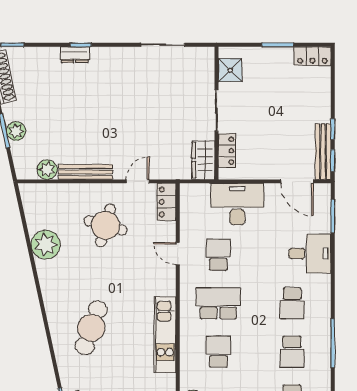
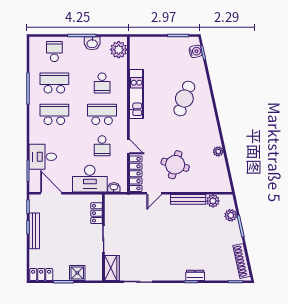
shower: (230, 70) -> (77, 273), moved
plant: (16, 131) -> (231, 215), moved
bench: (323, 152) -> (34, 231), moved
wardrobe: (203, 160) -> (112, 268), moved
washbasin: (200, 191) -> (114, 187), added
locker: (166, 202) -> (136, 174), width x1.53
plant: (46, 245) -> (218, 151), width x0.53, depth x0.53
desk: (310, 253) -> (43, 157), moved
school desk: (218, 303) -> (102, 114), turned 180
school desk: (292, 303) -> (54, 114), width x1.85
school desk: (292, 352) -> (54, 83), width x1.85

